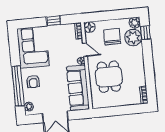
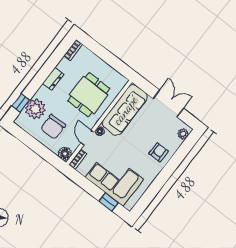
window: (54, 21) -> (109, 202), moved
plant: (135, 23) -> (22, 121), removed
corner sofa: (33, 47) -> (114, 178), moved, turned 90
dresser: (140, 66) -> (53, 79), added
window: (18, 86) -> (176, 161), removed

